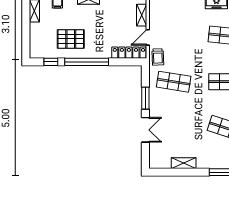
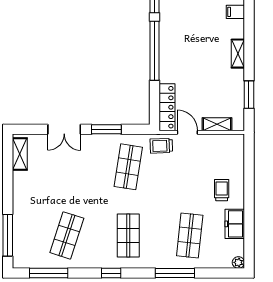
trolley: (191, 12) -> (222, 190), added
pallet: (71, 39) -> (185, 30), removed
shelving: (184, 163) -> (20, 154), moved

